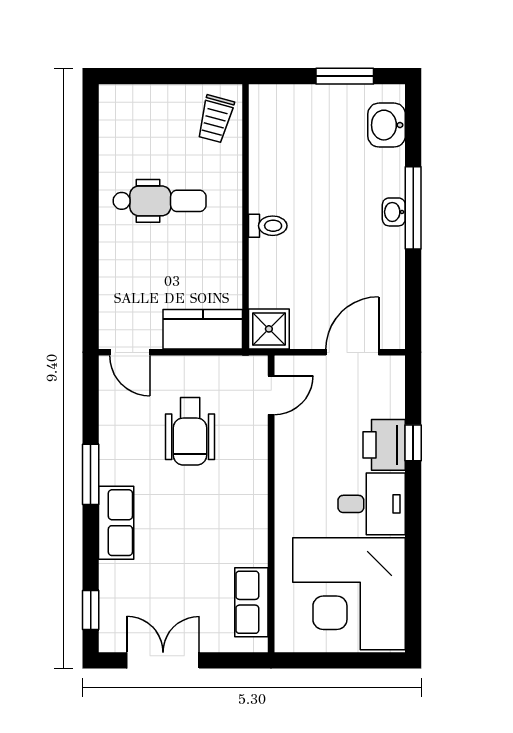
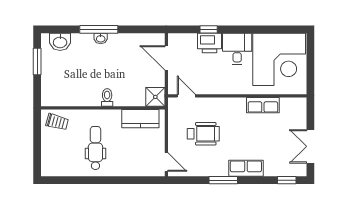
kitchen counter: (203, 329) -> (140, 119), moved, turned -90
door: (130, 352) -> (166, 162), hinge flipped
row of seats: (251, 602) -> (263, 105), moved

